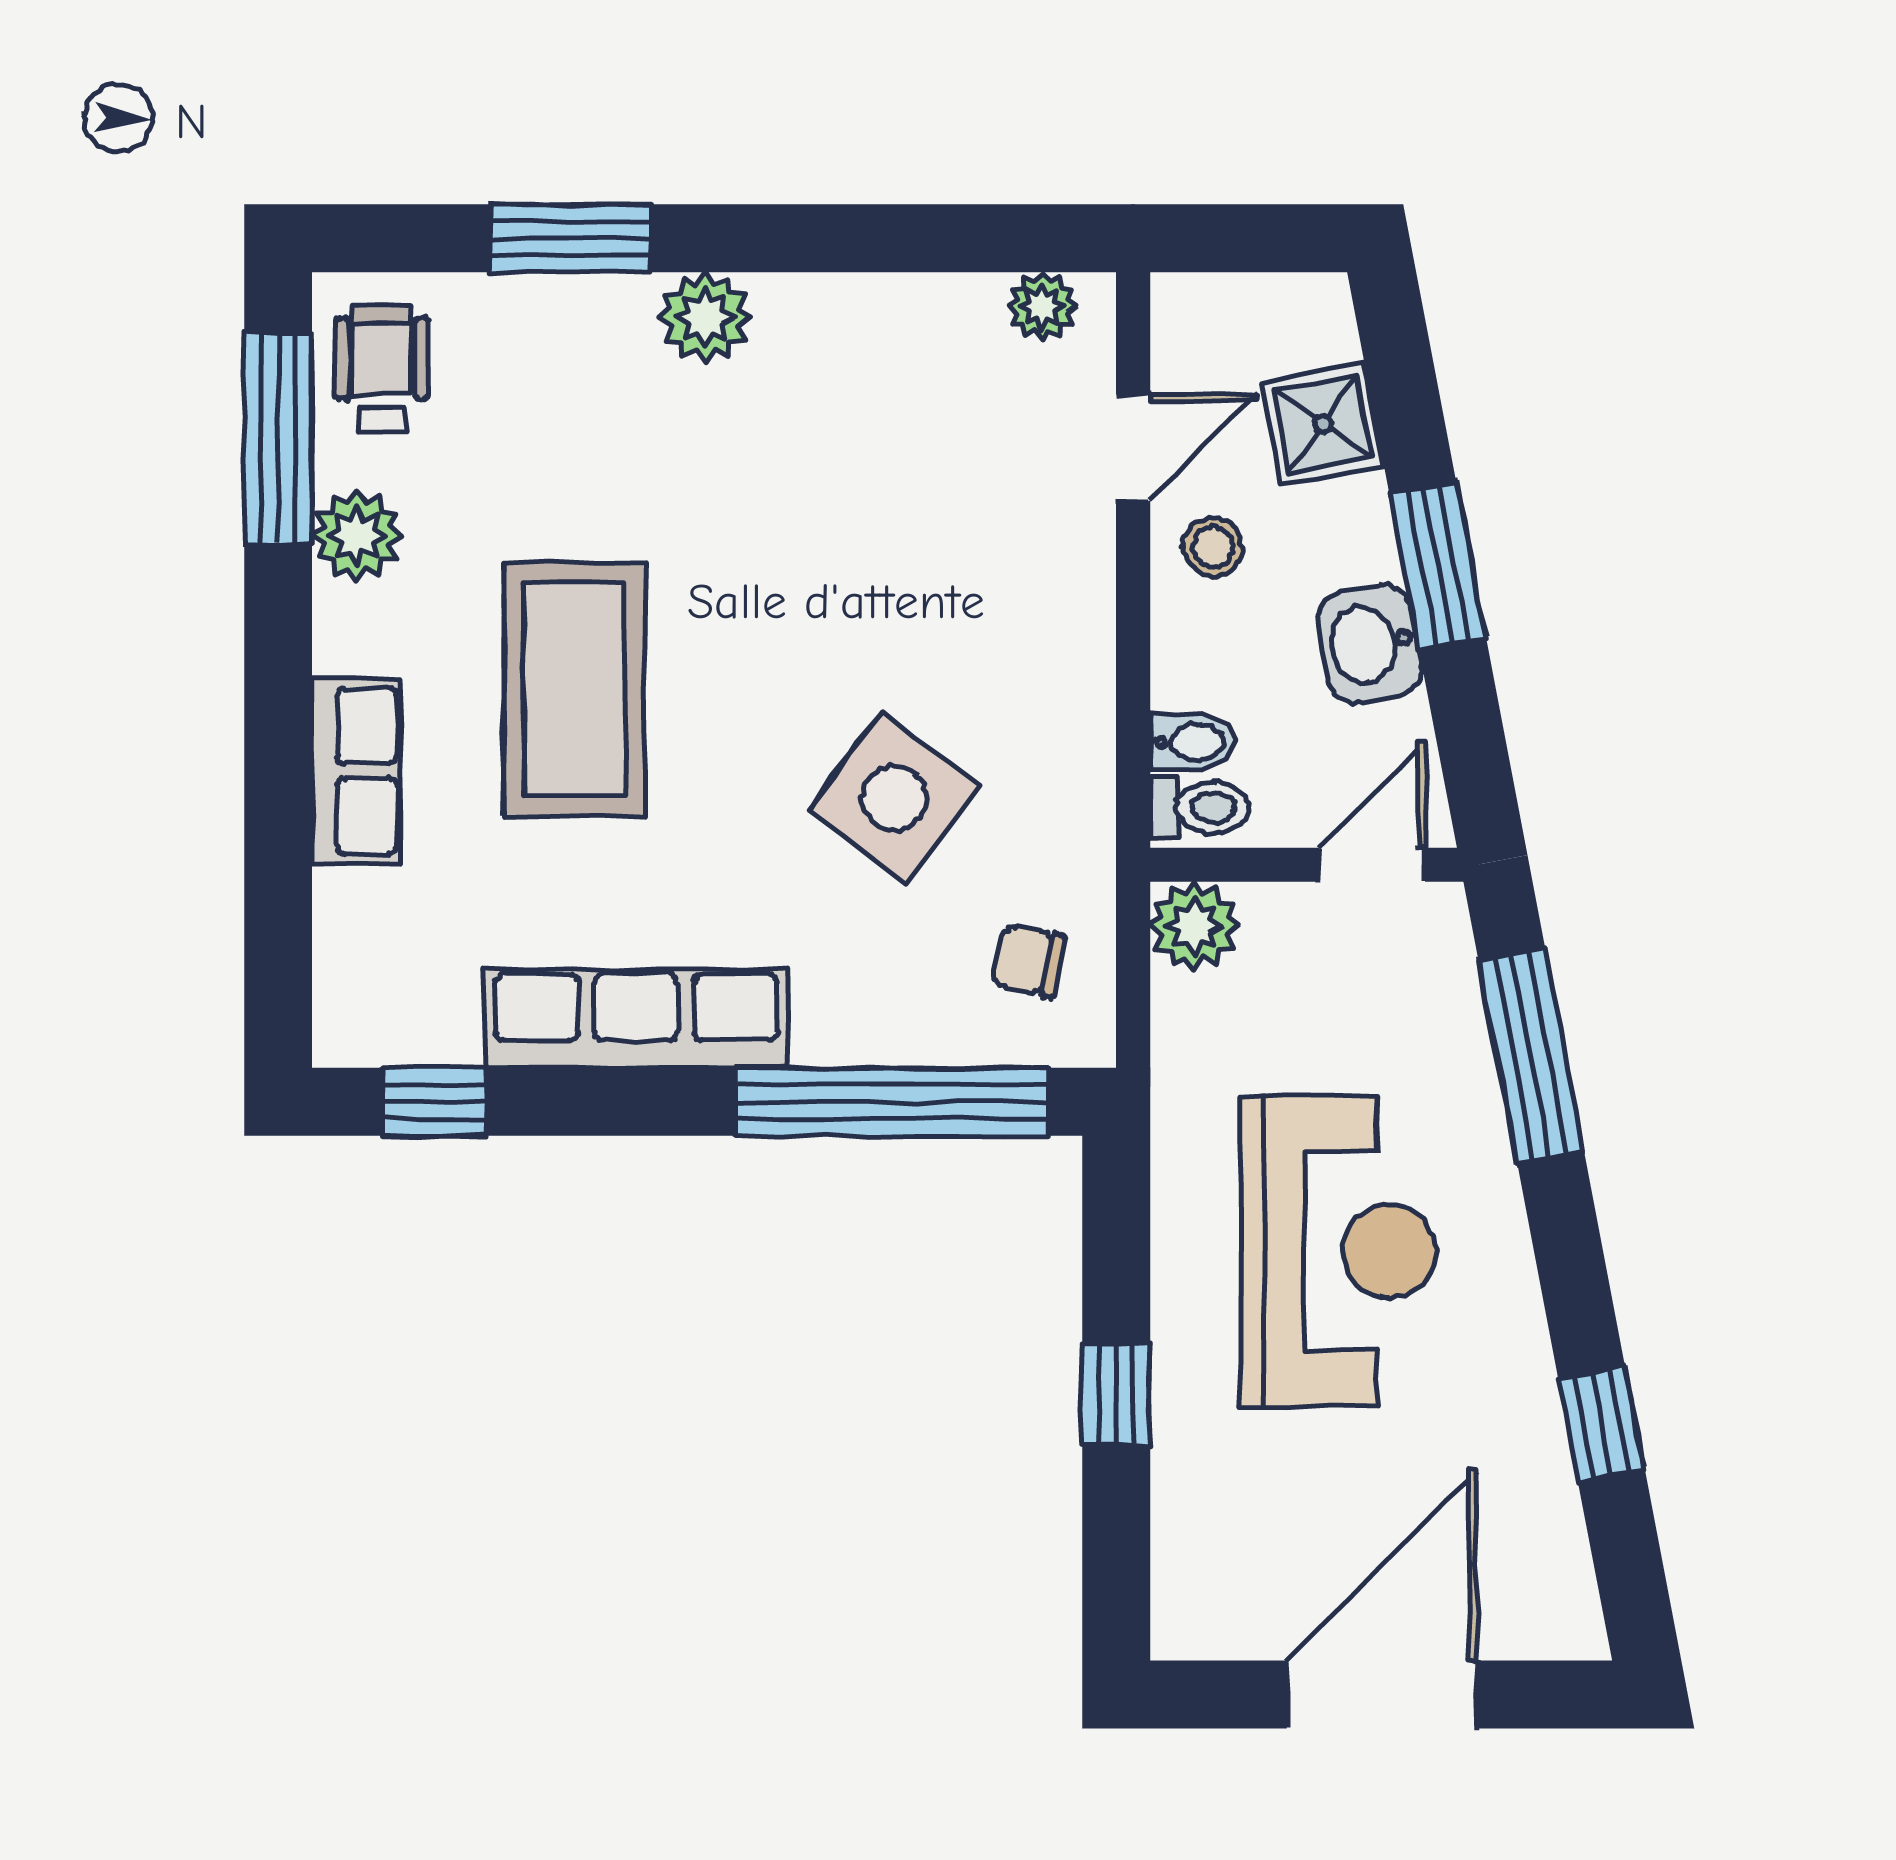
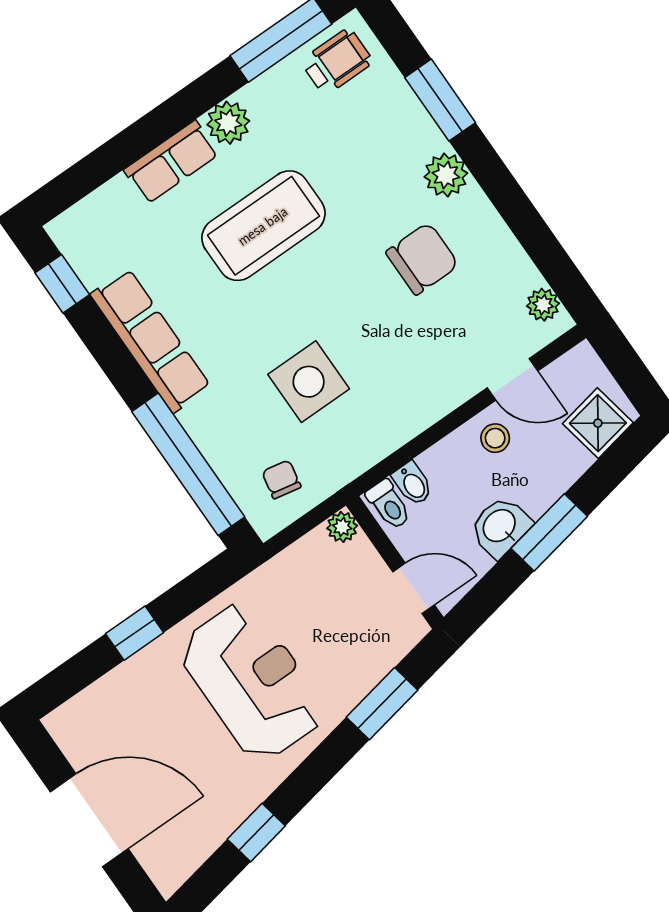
shower: (1323, 424) -> (598, 423), moved
chair: (820, 458) -> (422, 259), added
plant: (357, 535) -> (228, 123), moved
side table: (894, 798) -> (309, 382), turned -37
plant: (1194, 926) -> (342, 527), width x0.73, depth x0.73
window: (1531, 1056) -> (382, 704), width x0.69
reception desk: (1338, 1251) -> (252, 681), turned -90

